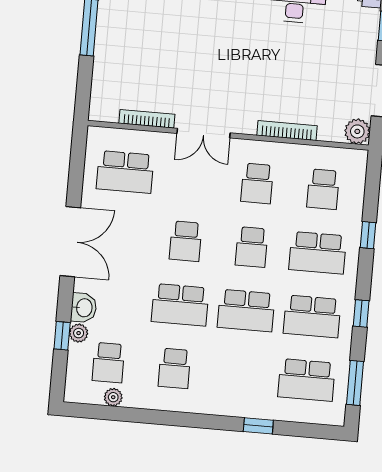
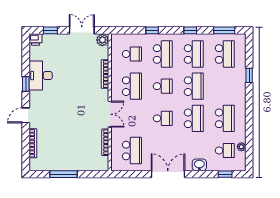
school desk: (257, 183) -> (132, 86), width x1.85
plant: (79, 333) -> (212, 166), removed
window: (62, 336) -> (225, 174), moved
school desk: (174, 368) -> (225, 118), width x1.85

